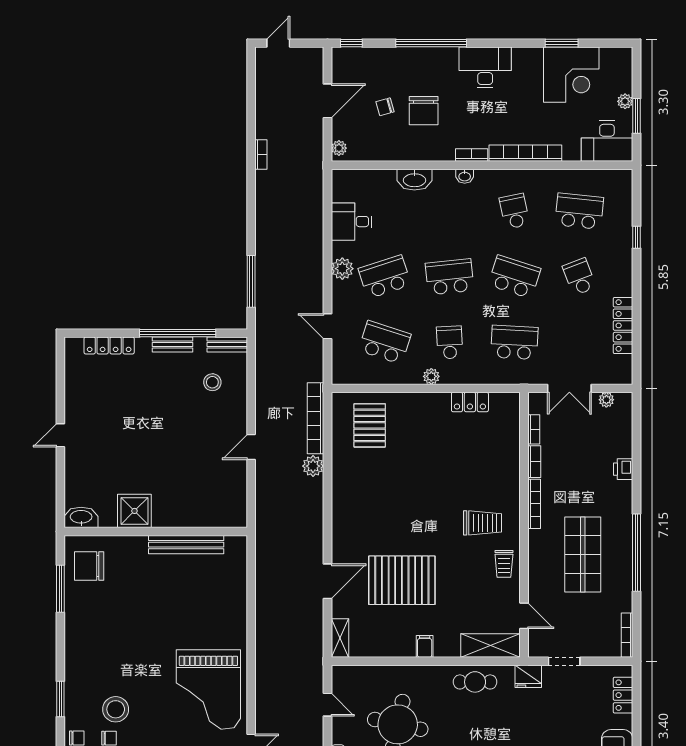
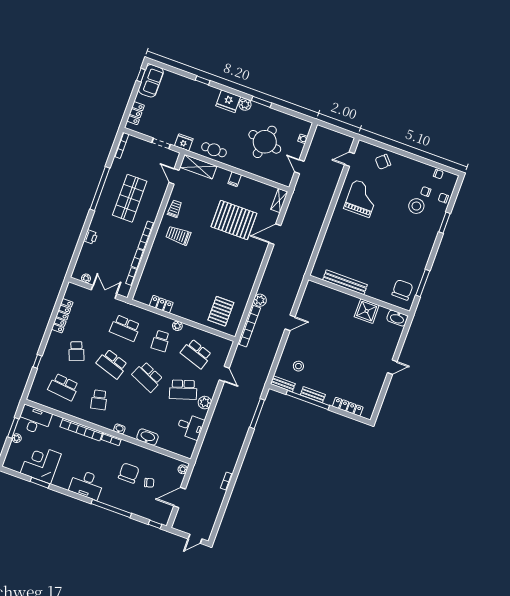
school desk: (450, 277) -> (148, 377), turned 30
chair: (89, 566) -> (402, 290), turned -90
grand piano: (208, 690) -> (362, 198), width x0.73, depth x0.68

